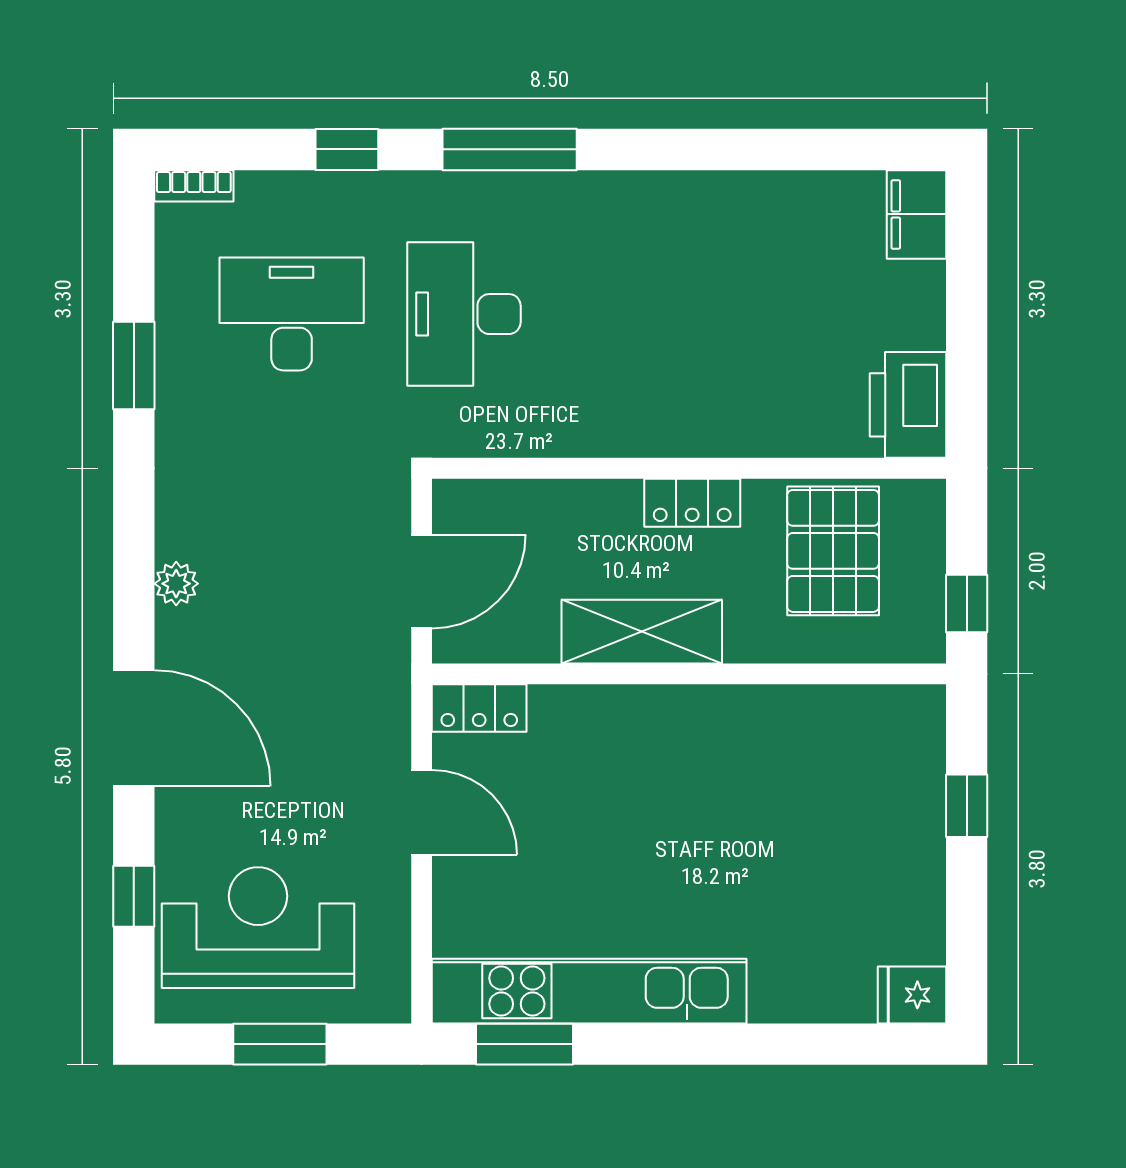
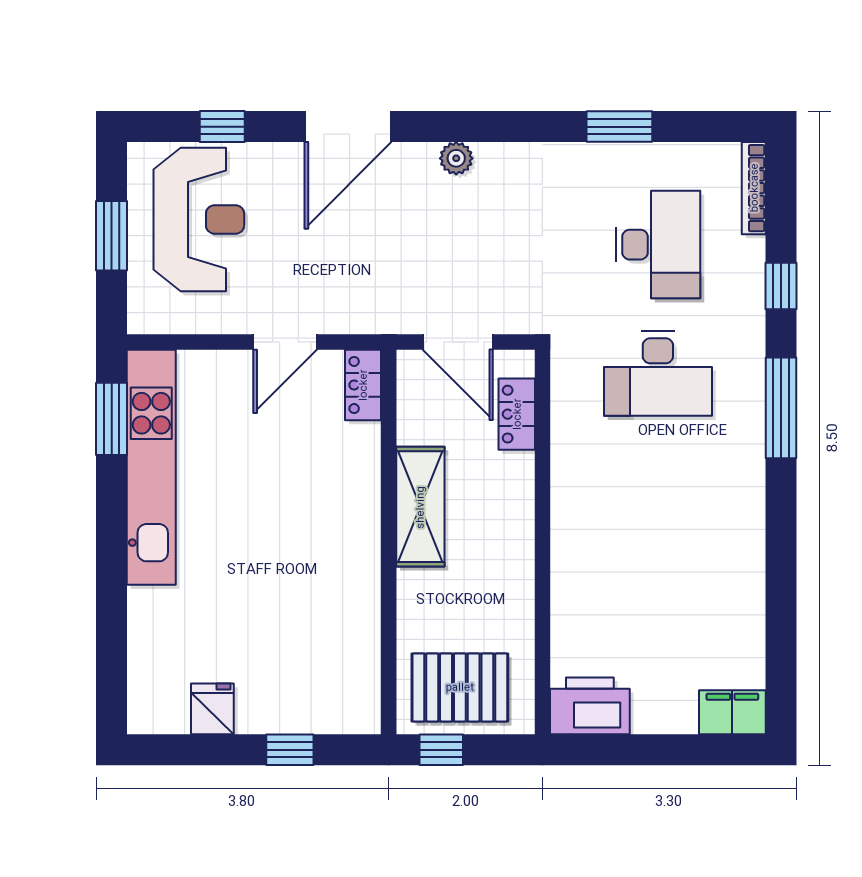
bookcase: (194, 186) -> (754, 188), width x1.56
desk: (464, 314) -> (658, 374), turned 180
locker: (692, 503) -> (517, 414), moved
pallet: (833, 551) -> (460, 687), moved
fridge: (912, 995) -> (212, 709), moved

